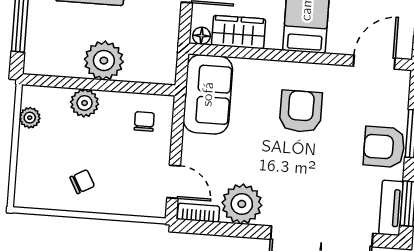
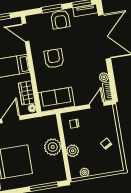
armchair: (301, 111) -> (54, 58), turned 90
plant: (242, 204) -> (104, 77), width x0.53, depth x0.53

